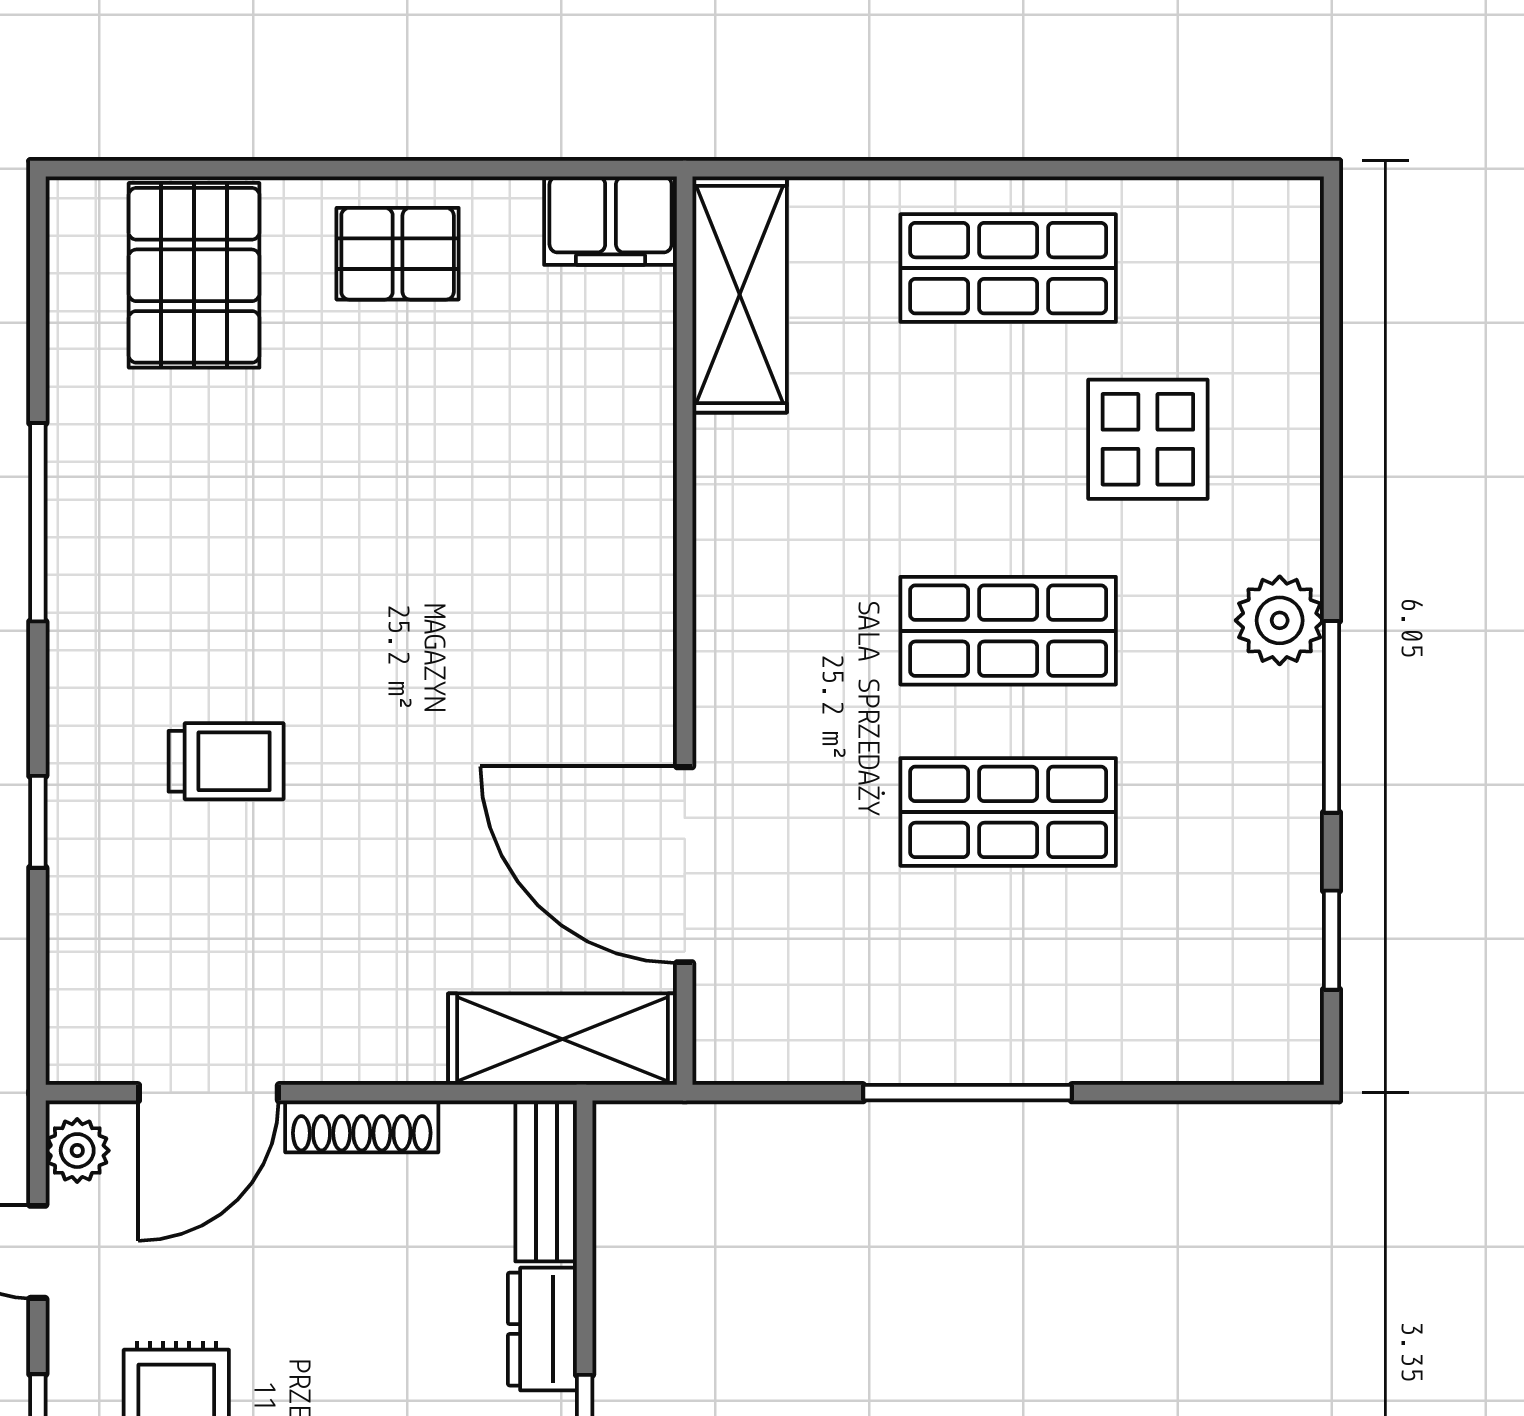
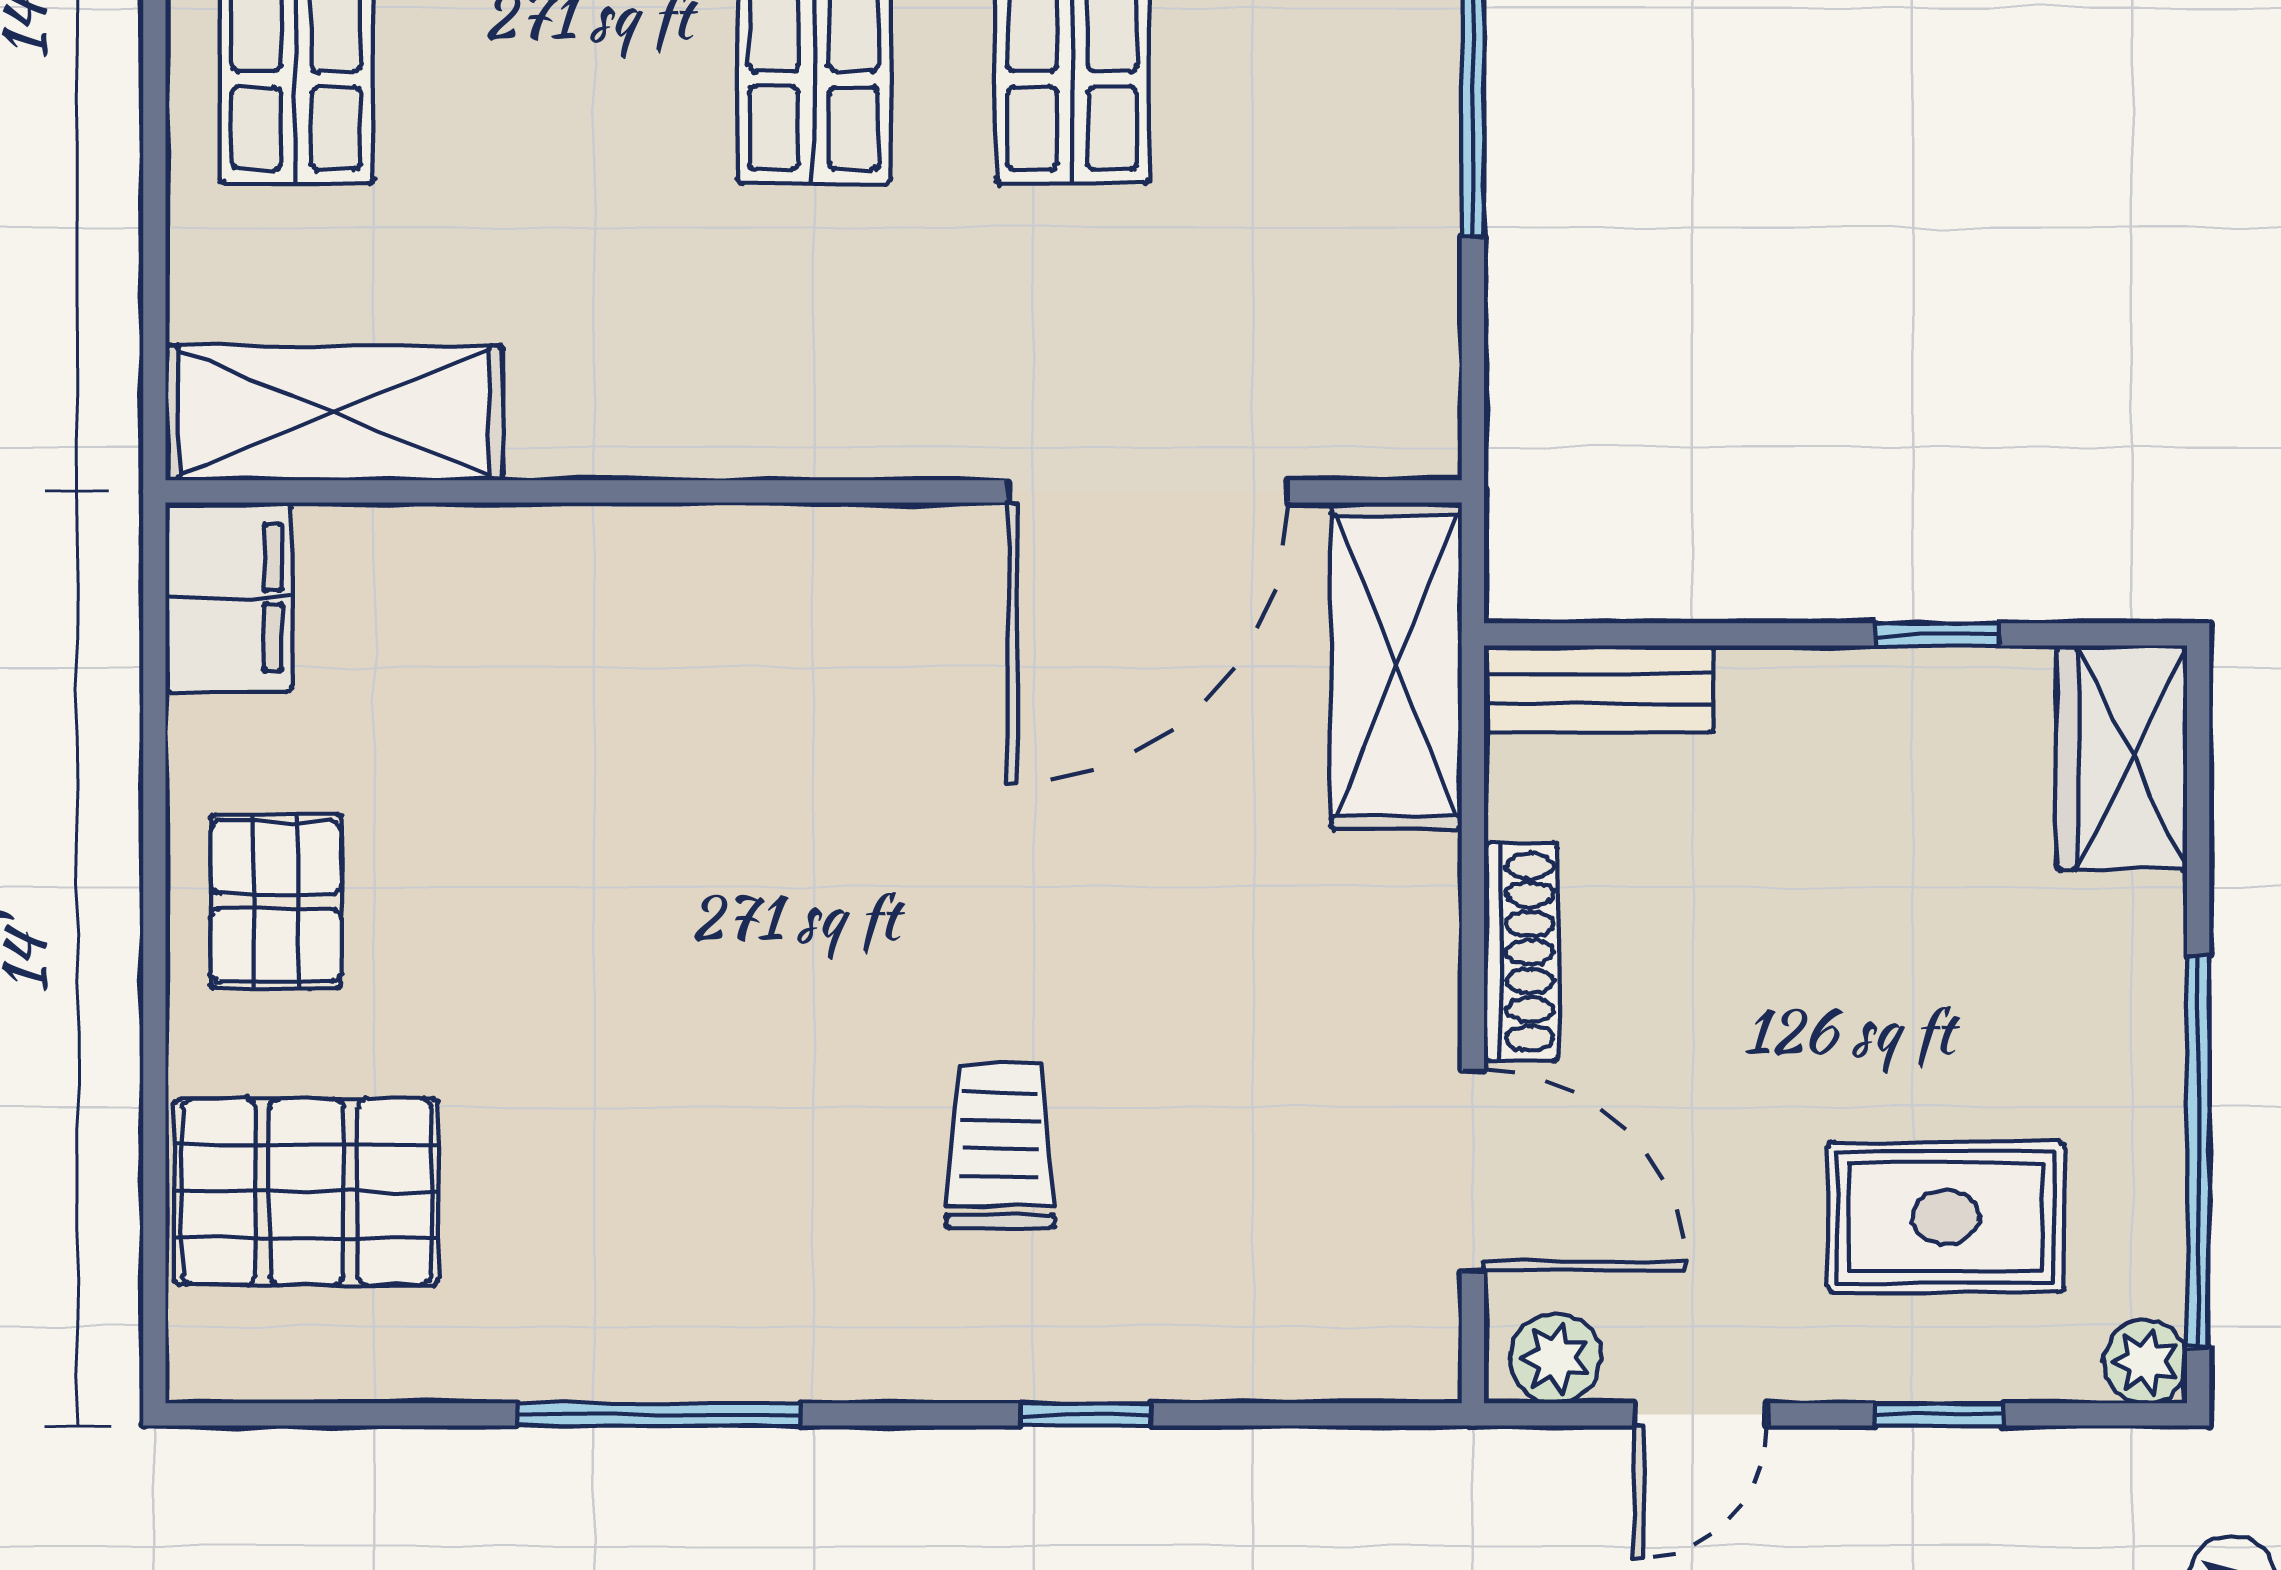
dresser: (542, 1329) -> (1810, 695), removed

